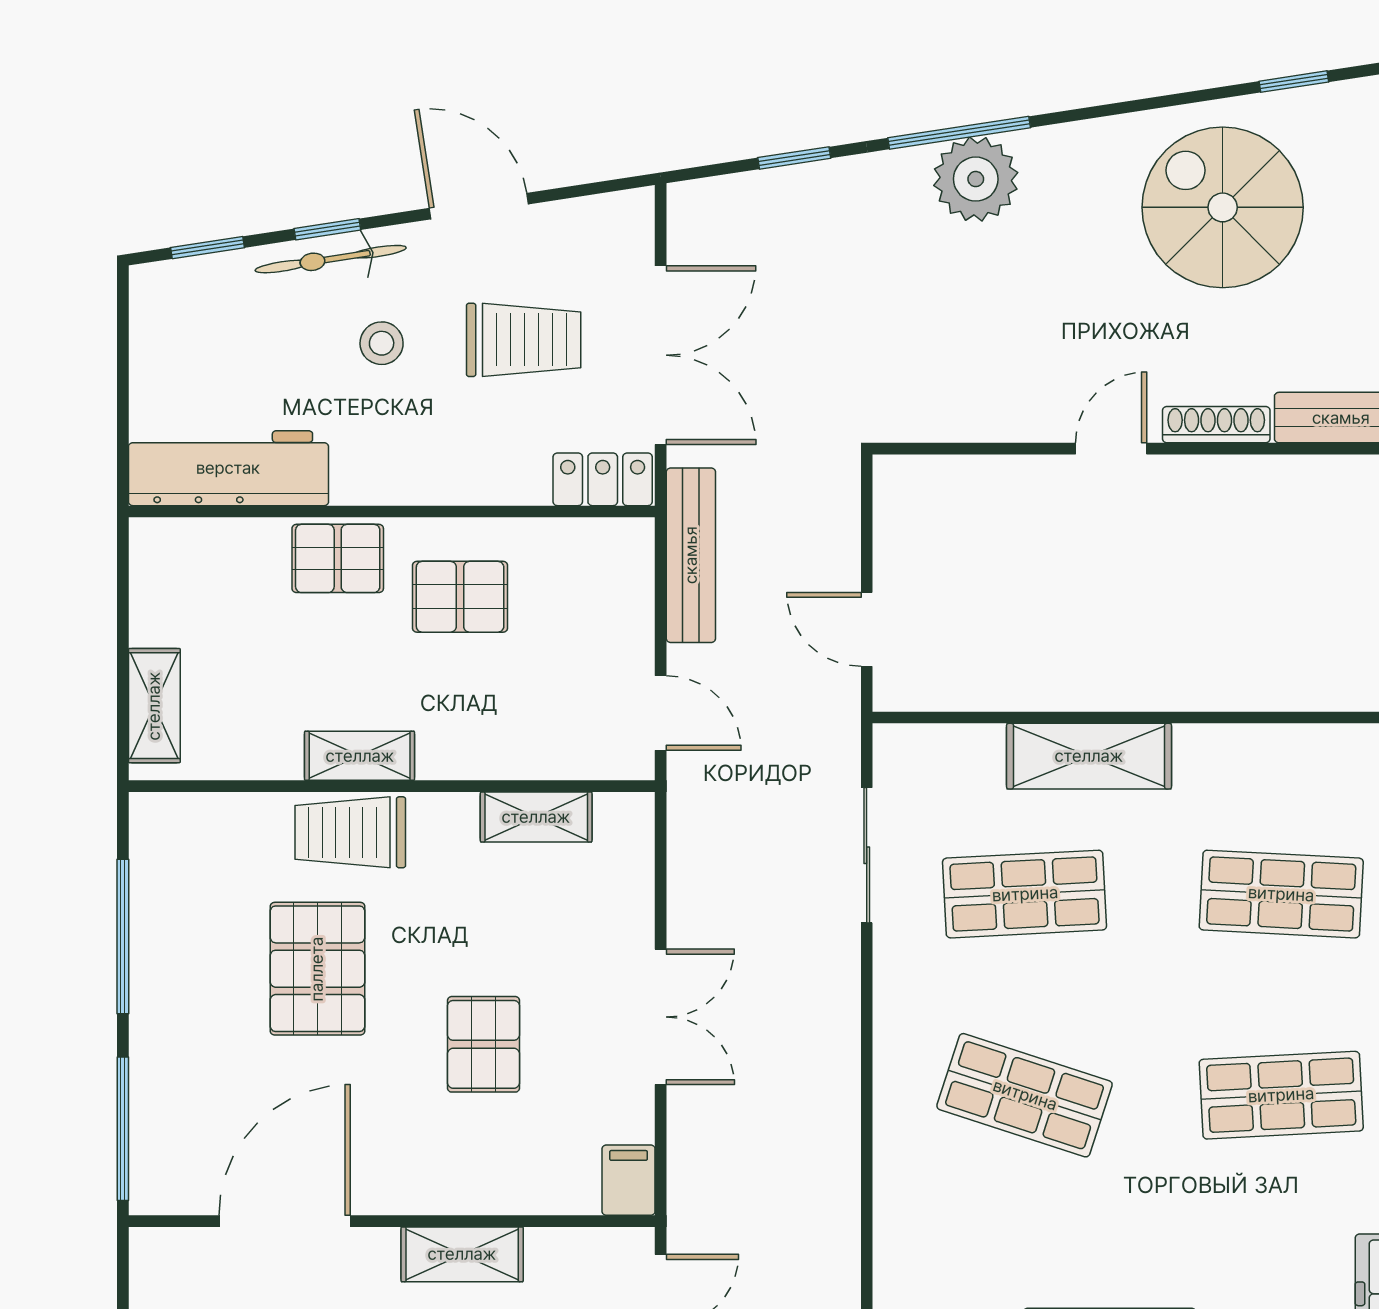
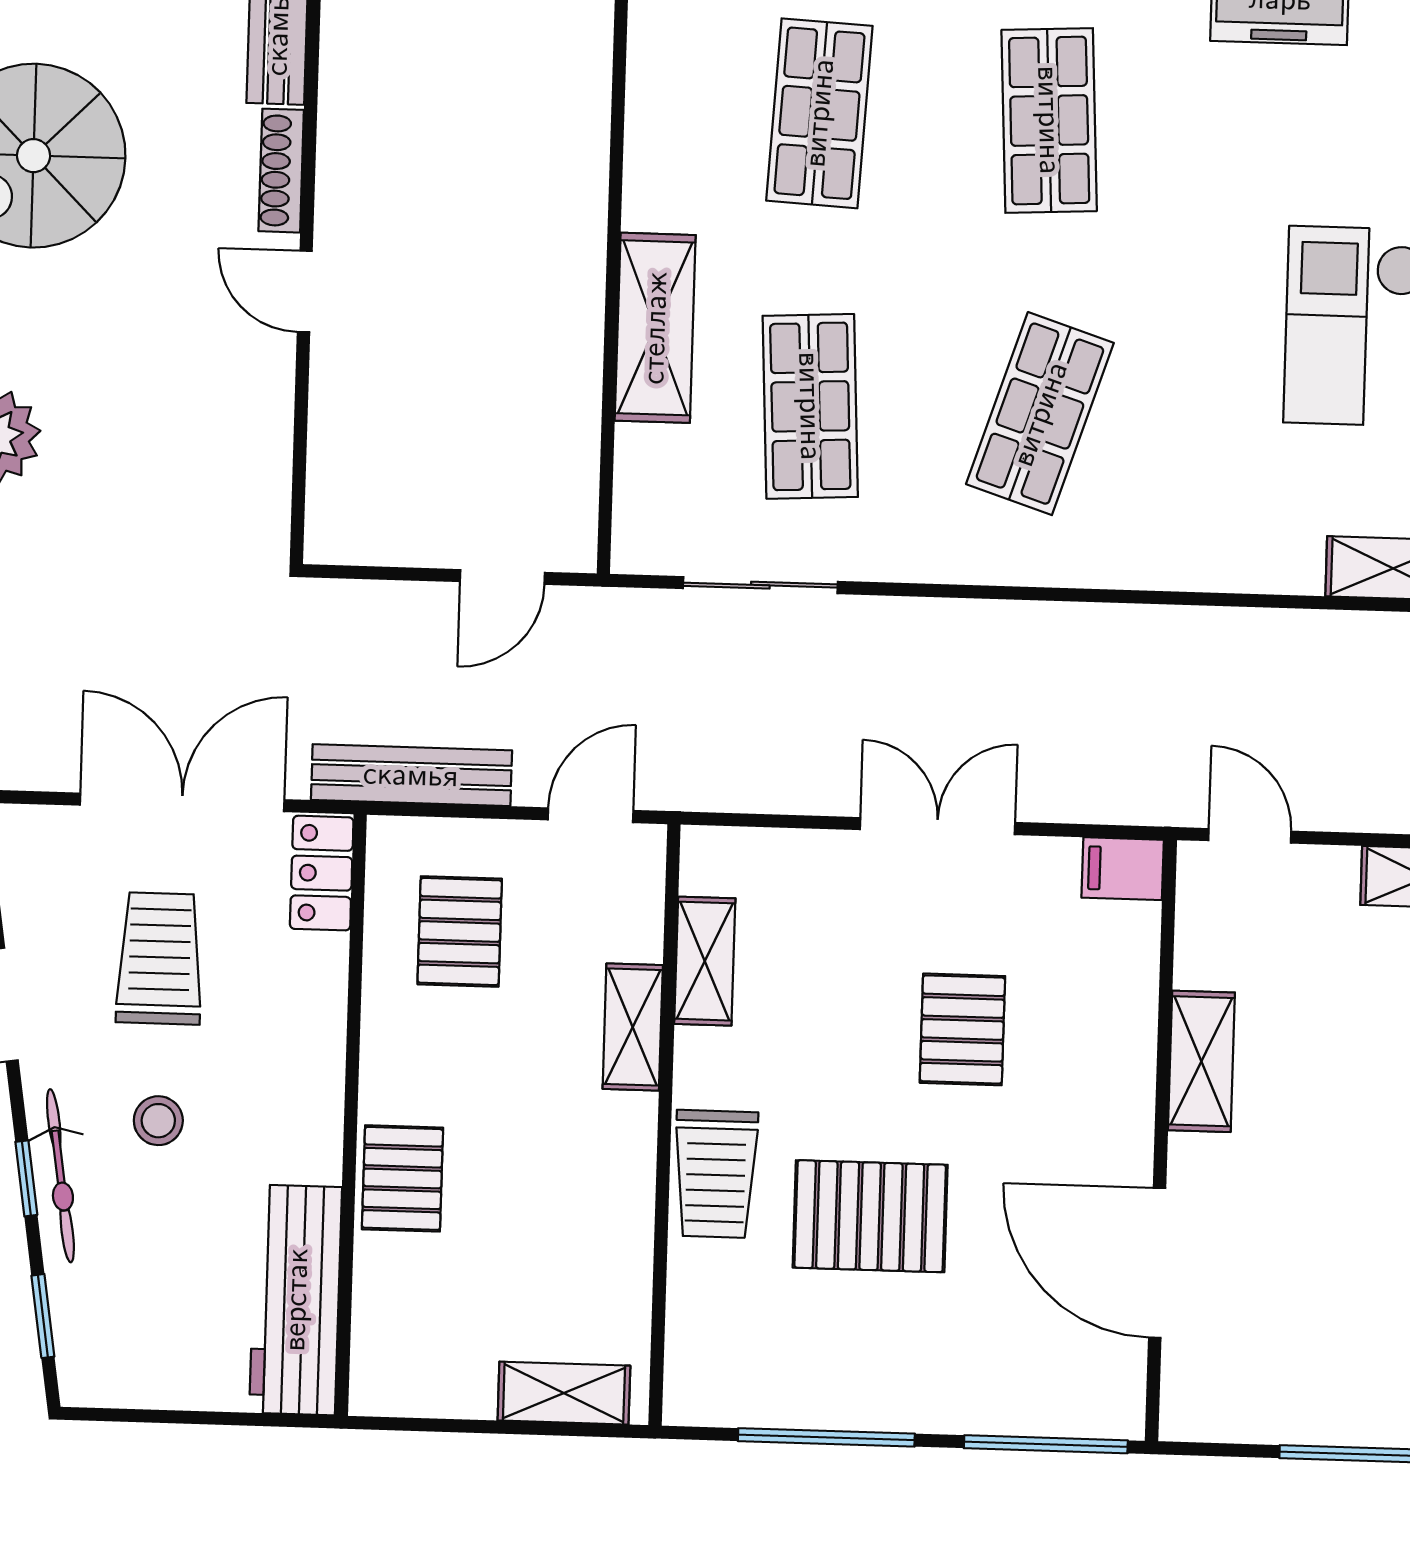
pallet: (460, 597) -> (460, 932), moved
shelving: (360, 756) -> (633, 1027), moved
pallet: (484, 1044) -> (962, 1029), turned 90

